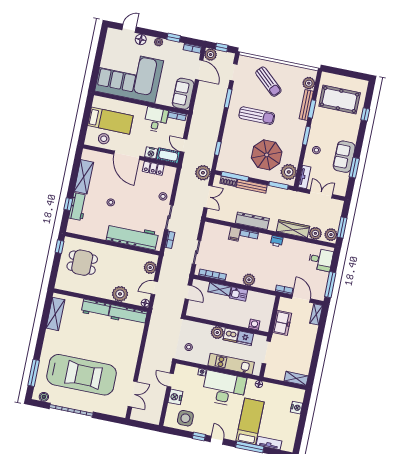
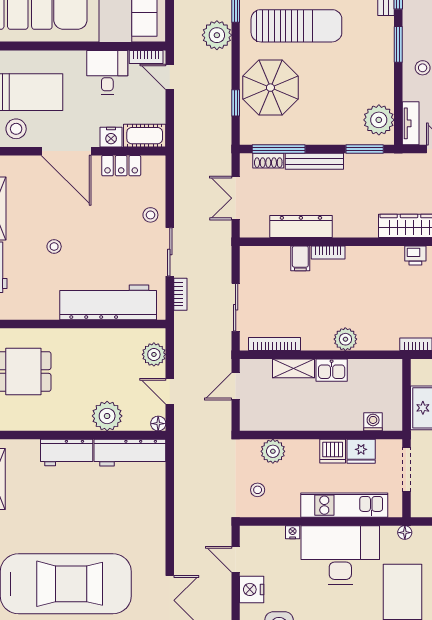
sun lounger: (257, 116) -> (296, 26), width x1.36, depth x1.34
door: (184, 146) -> (170, 77), moved
parasol: (267, 155) -> (270, 88), moved
plant: (203, 173) -> (217, 35), moved
double door: (208, 197) -> (236, 198), swing flipped
dresser: (252, 221) -> (301, 226), moved
printer: (277, 241) -> (415, 255), moved
door: (154, 288) -> (170, 391), hinge flipped
door: (188, 292) -> (236, 386), swing flipped
plant: (217, 333) -> (273, 451), moved

